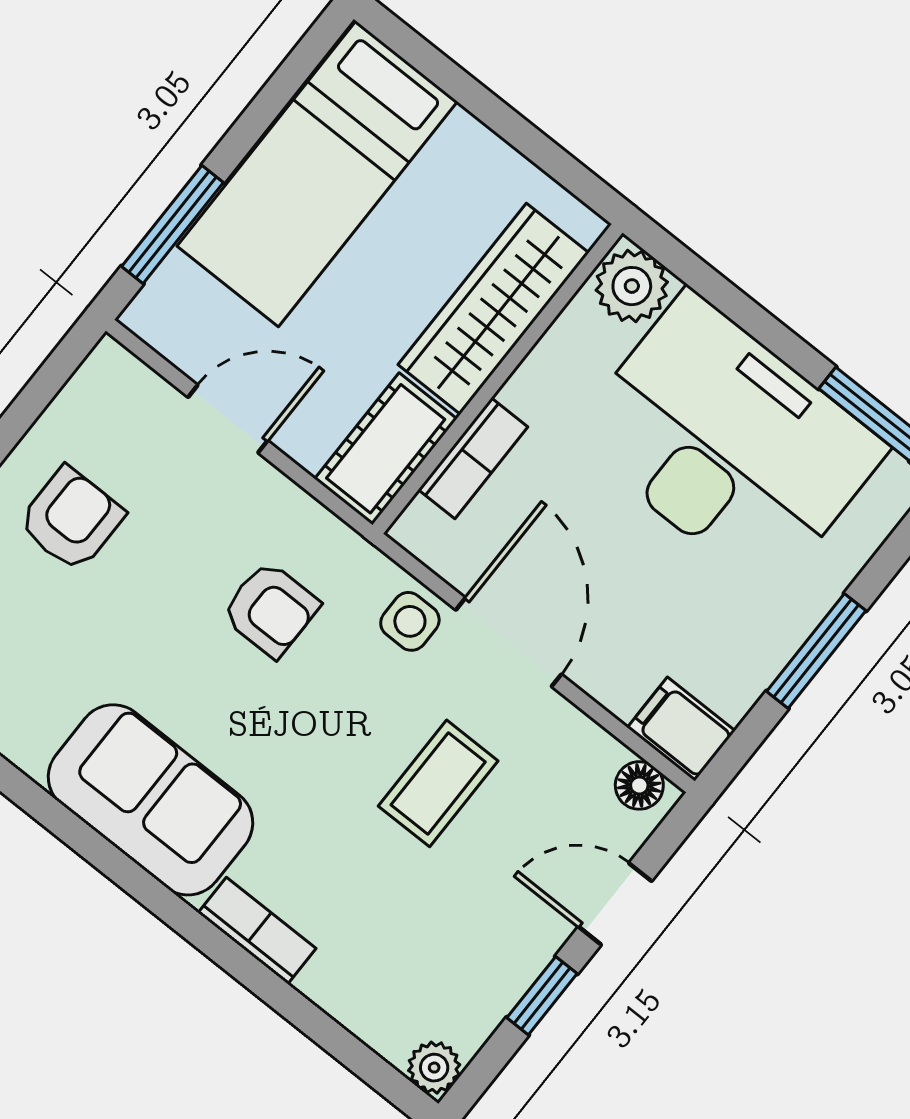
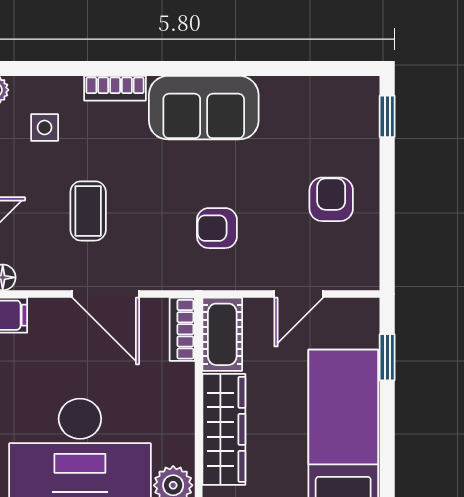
window: (173, 224) -> (387, 357), width x0.67
bookcase: (473, 458) -> (182, 329), moved
armchair: (71, 519) -> (331, 199), turned 180
side table: (410, 621) -> (45, 127), moved

